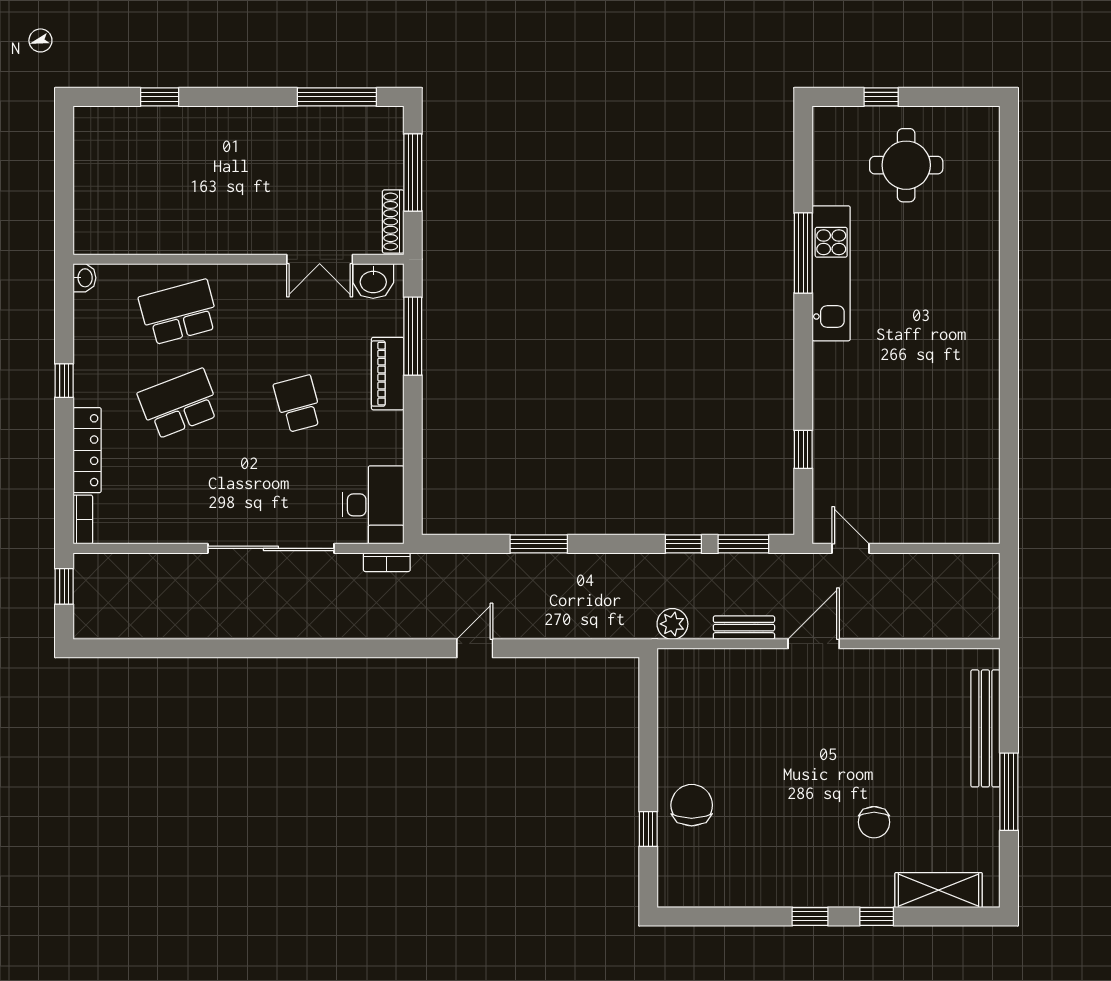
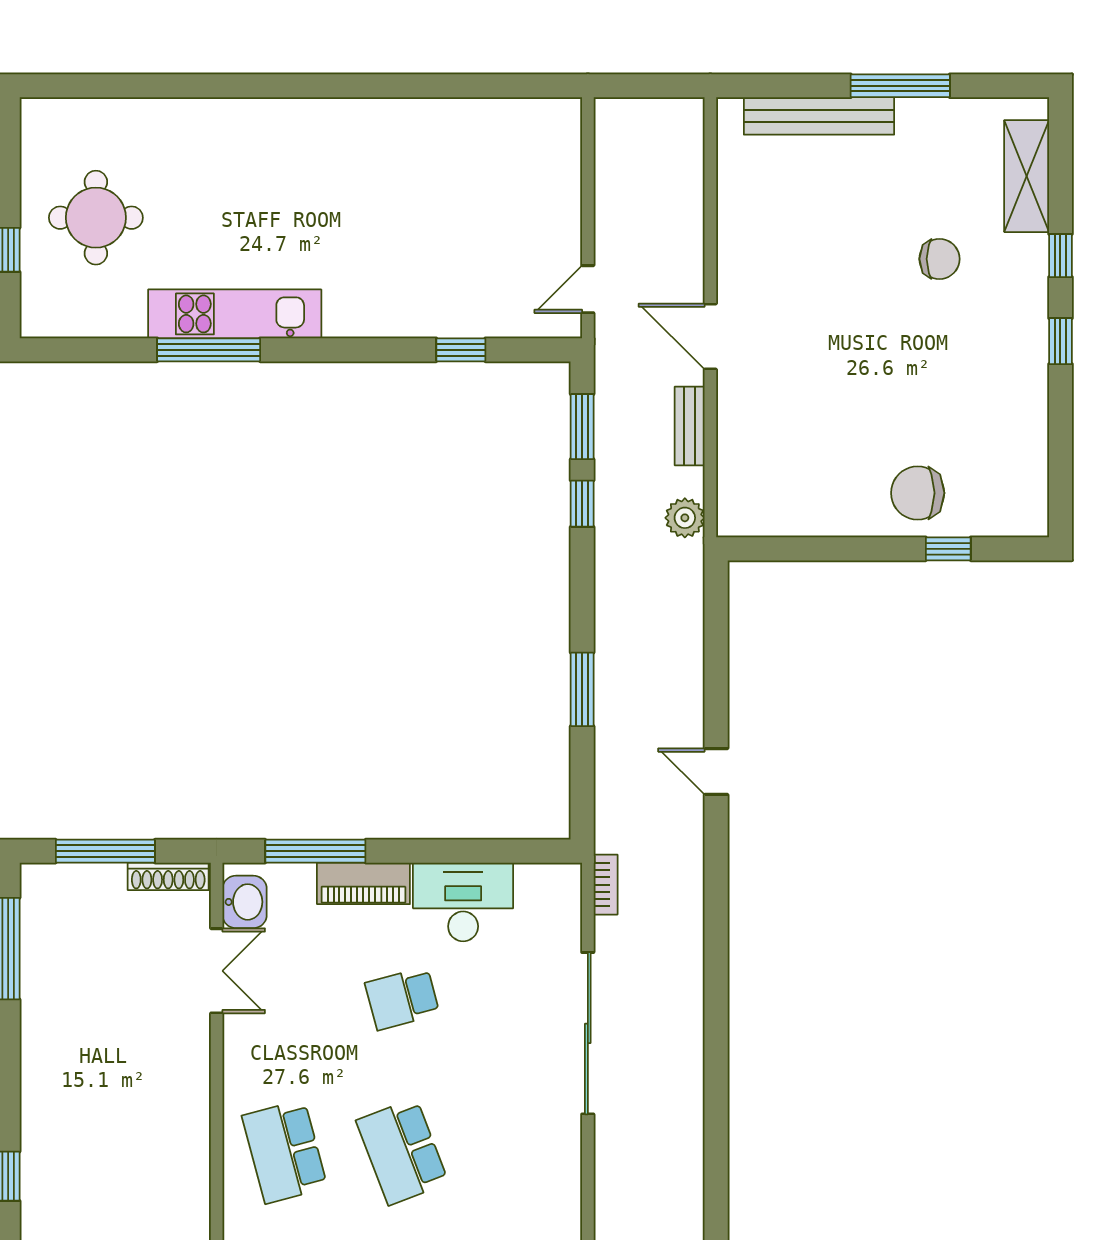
desk: (373, 505) -> (463, 902), moved

